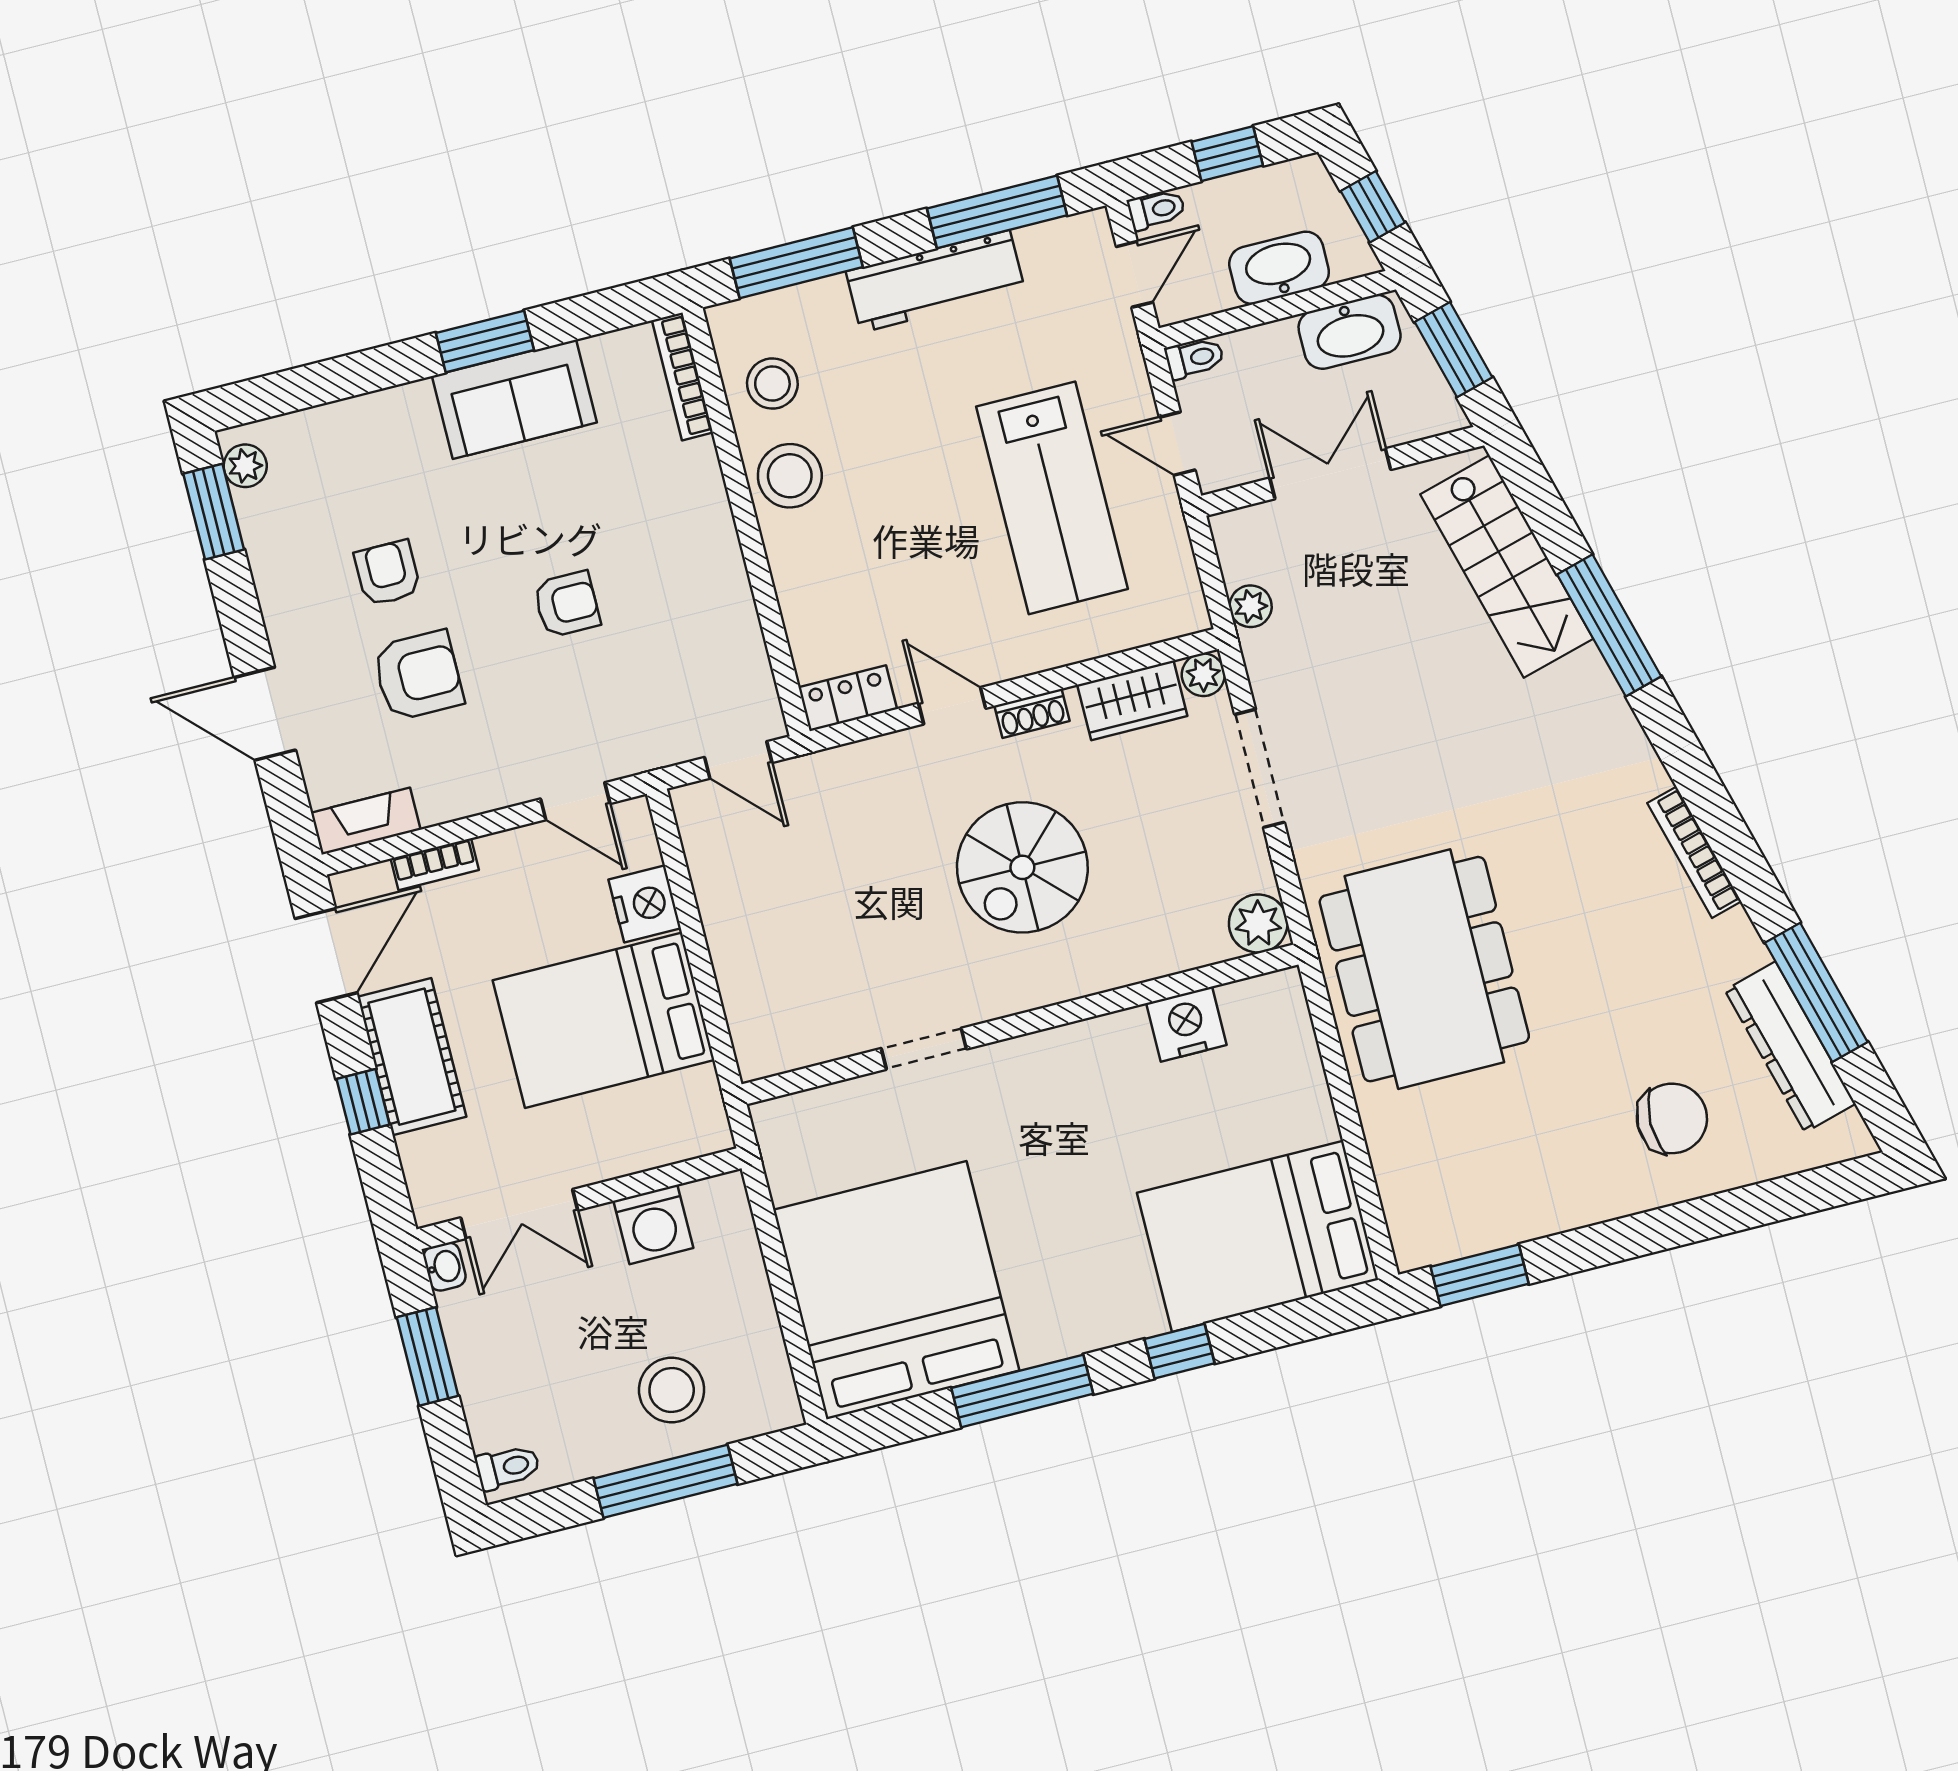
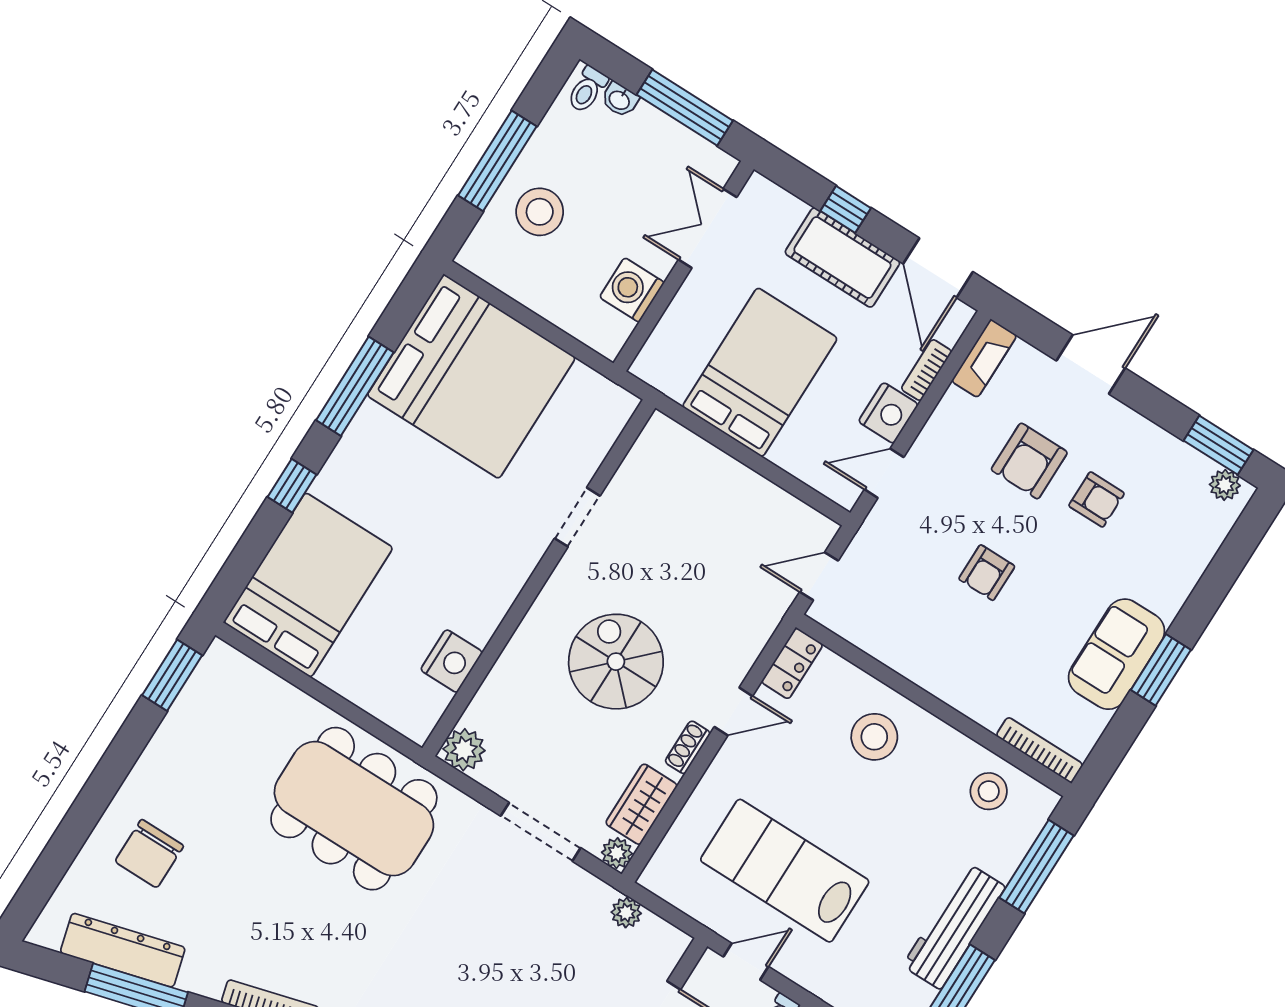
stool: (790, 476) -> (874, 737), moved
nightstand: (645, 904) -> (888, 413), moved, turned -90
washbasin: (445, 1267) -> (620, 100), moved
window: (427, 1357) -> (685, 108), width x1.44

